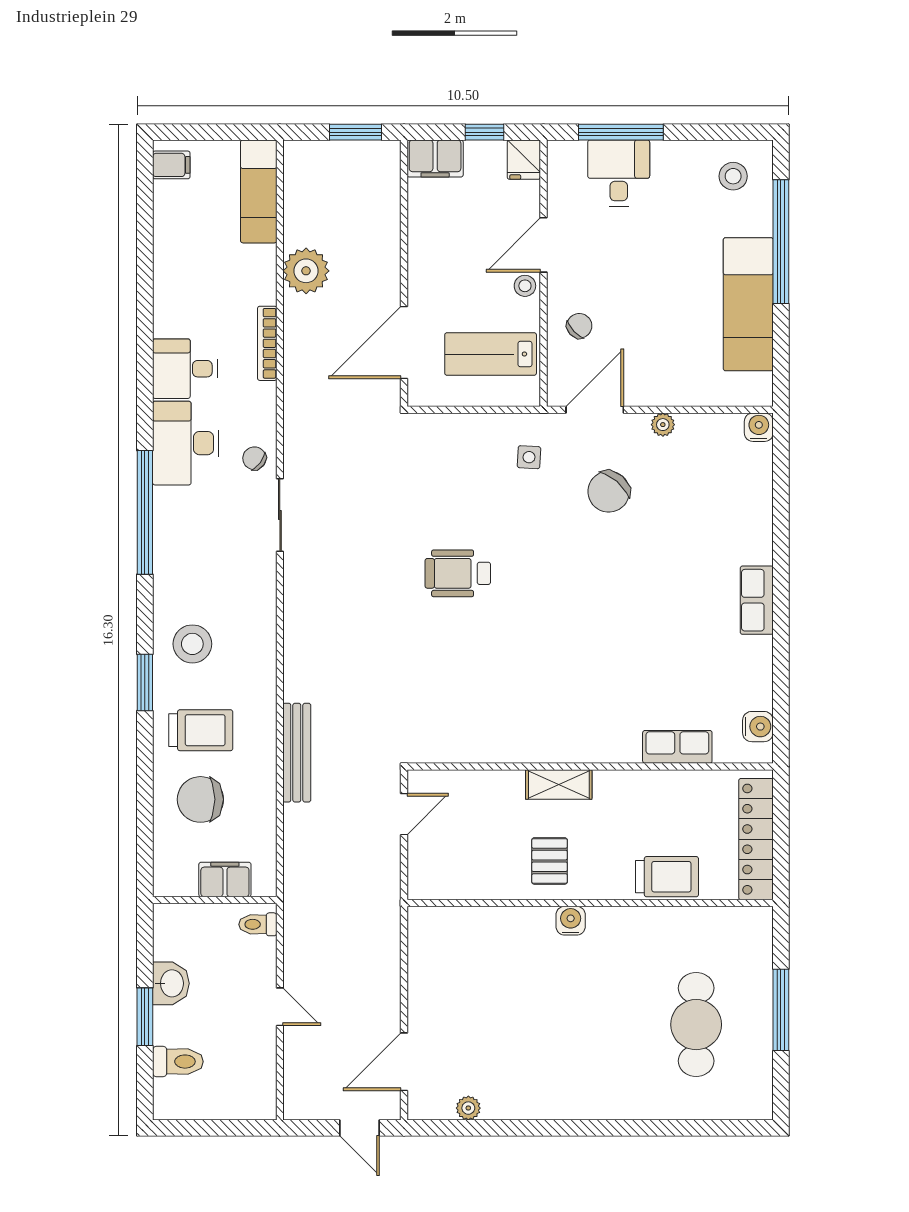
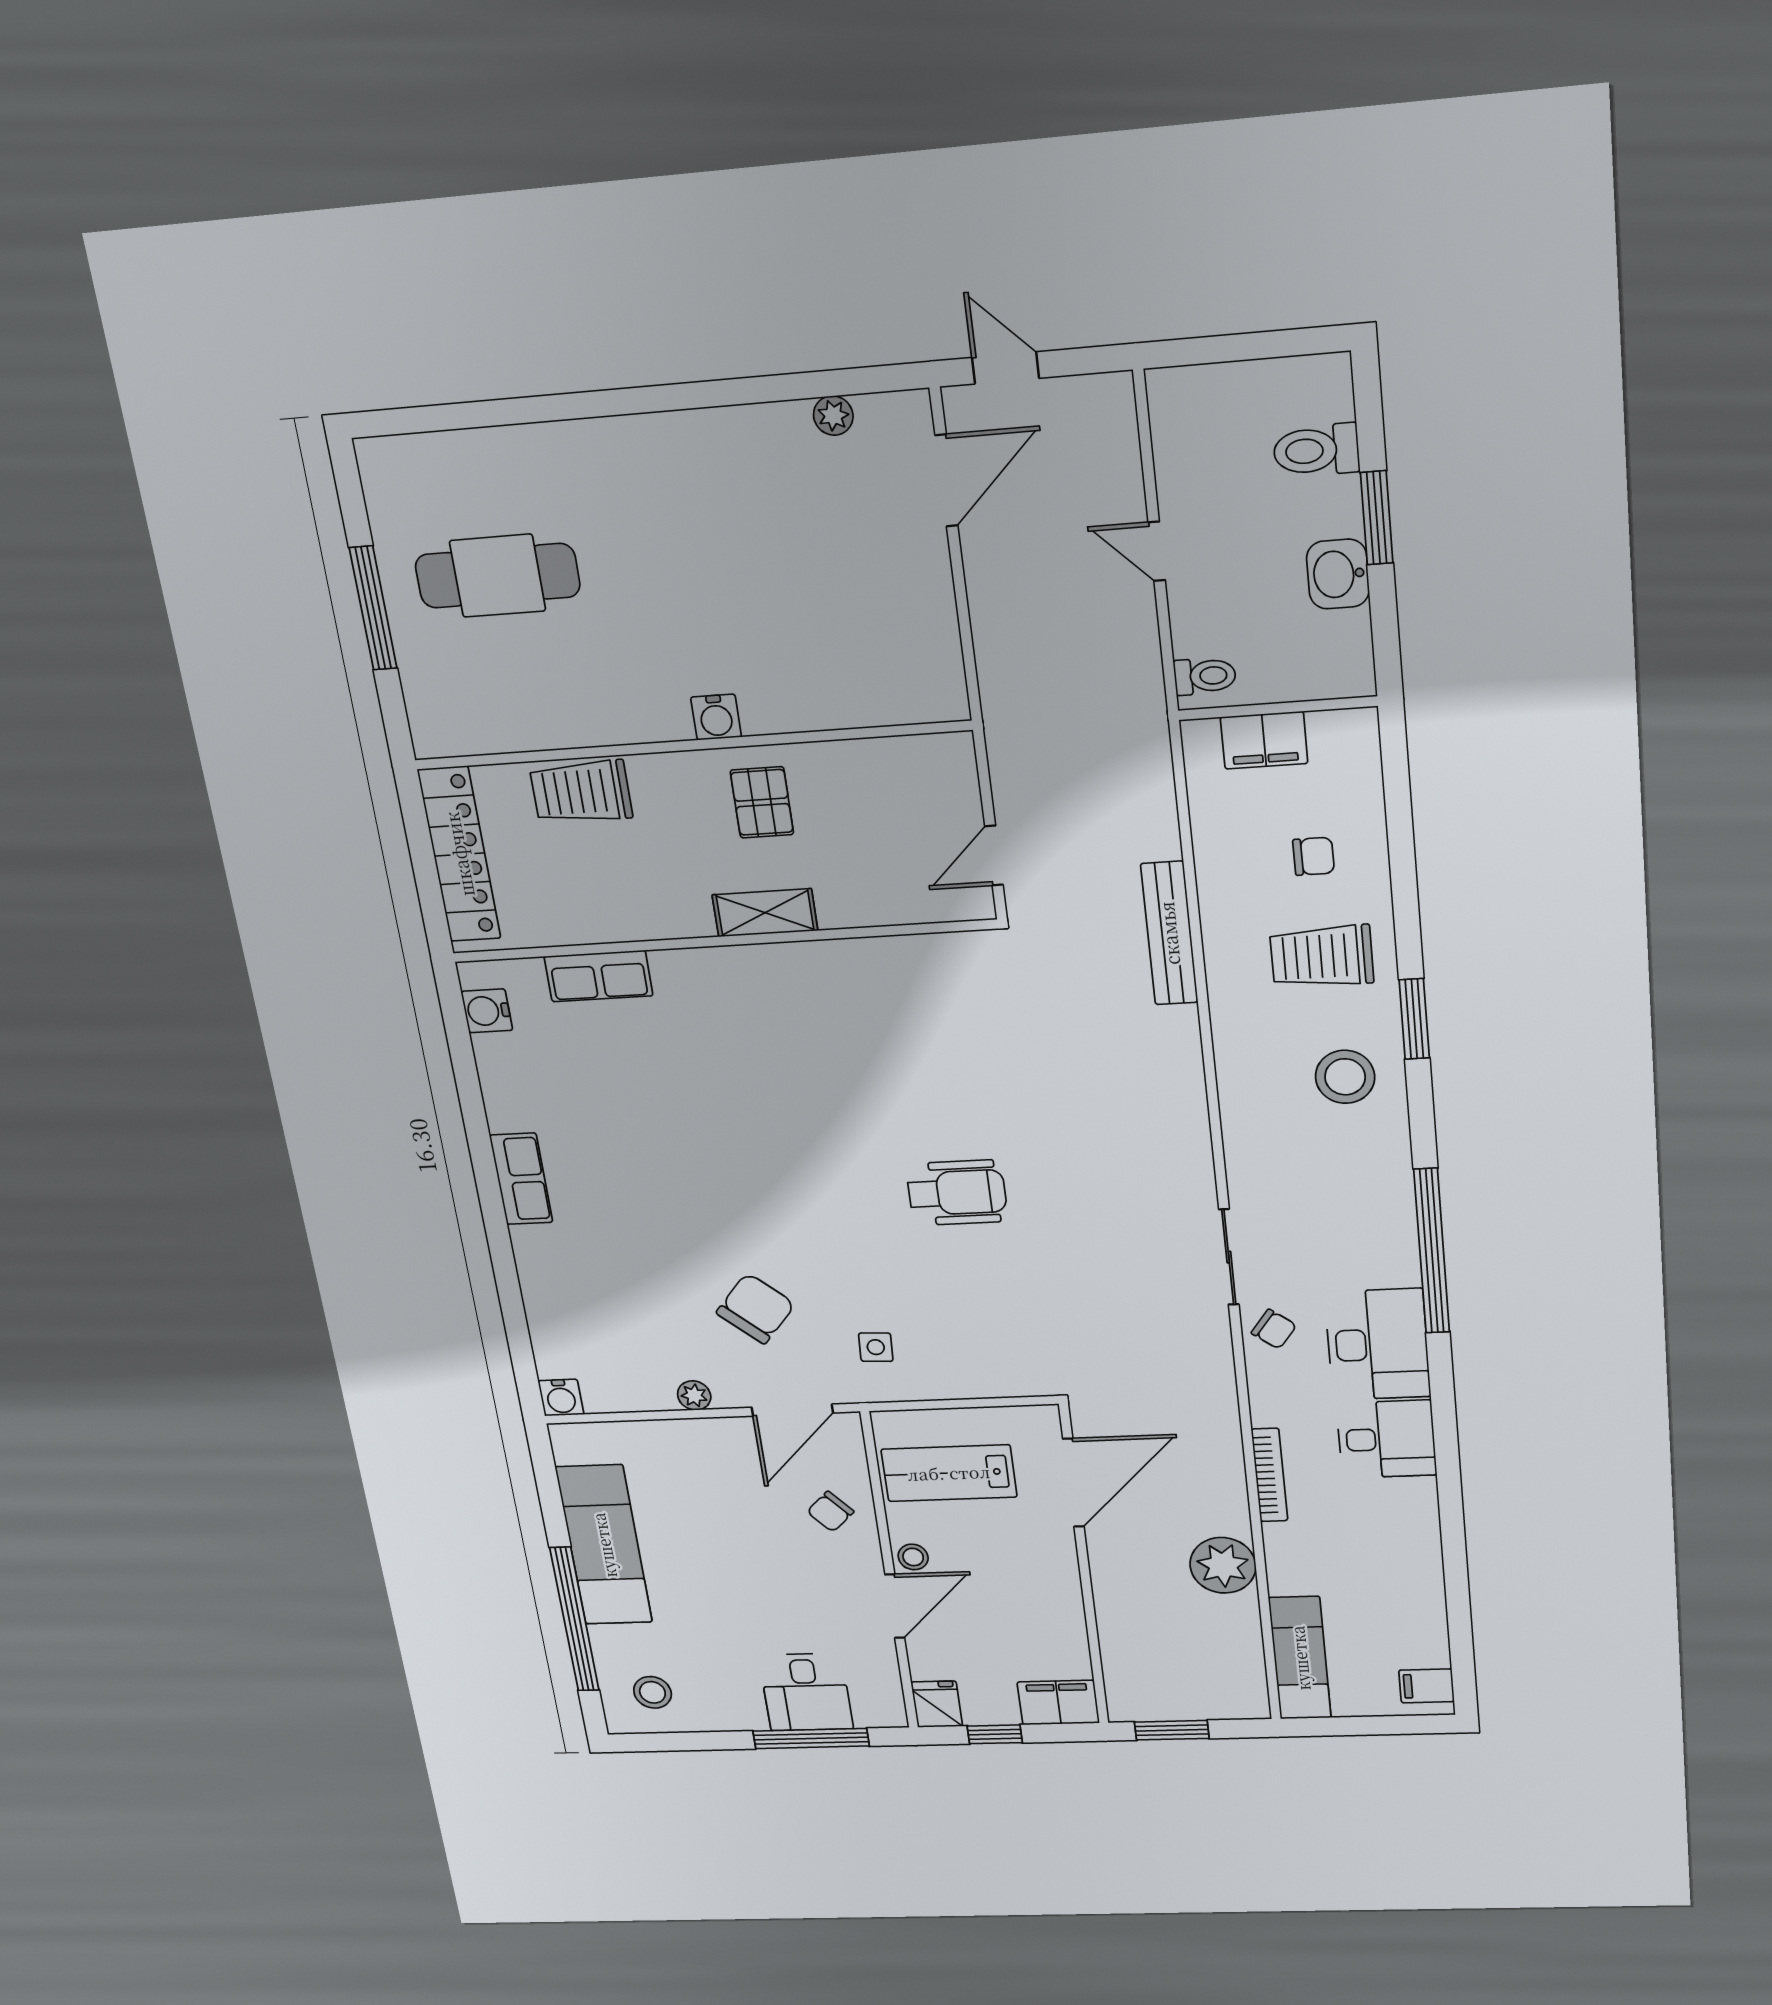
lab bench: (491, 354) -> (949, 1473), turned 180
chair: (200, 799) -> (1314, 856), width x0.54, depth x0.54
cafe table: (696, 1025) -> (498, 576), turned 90

